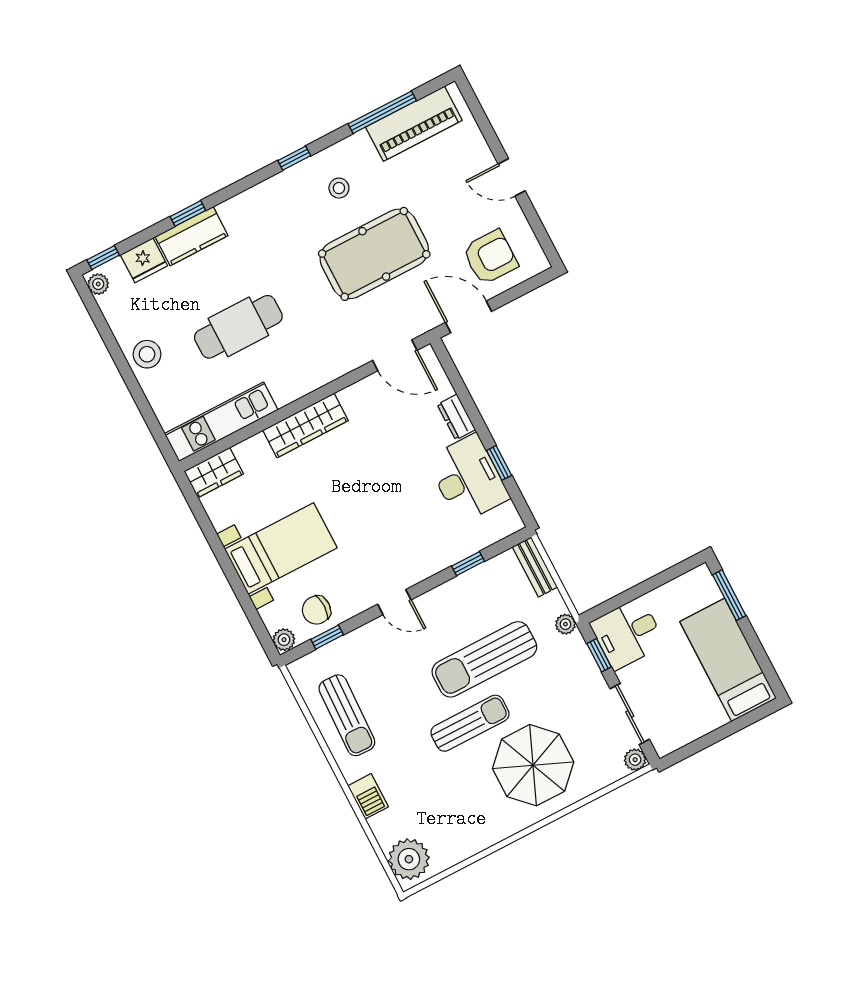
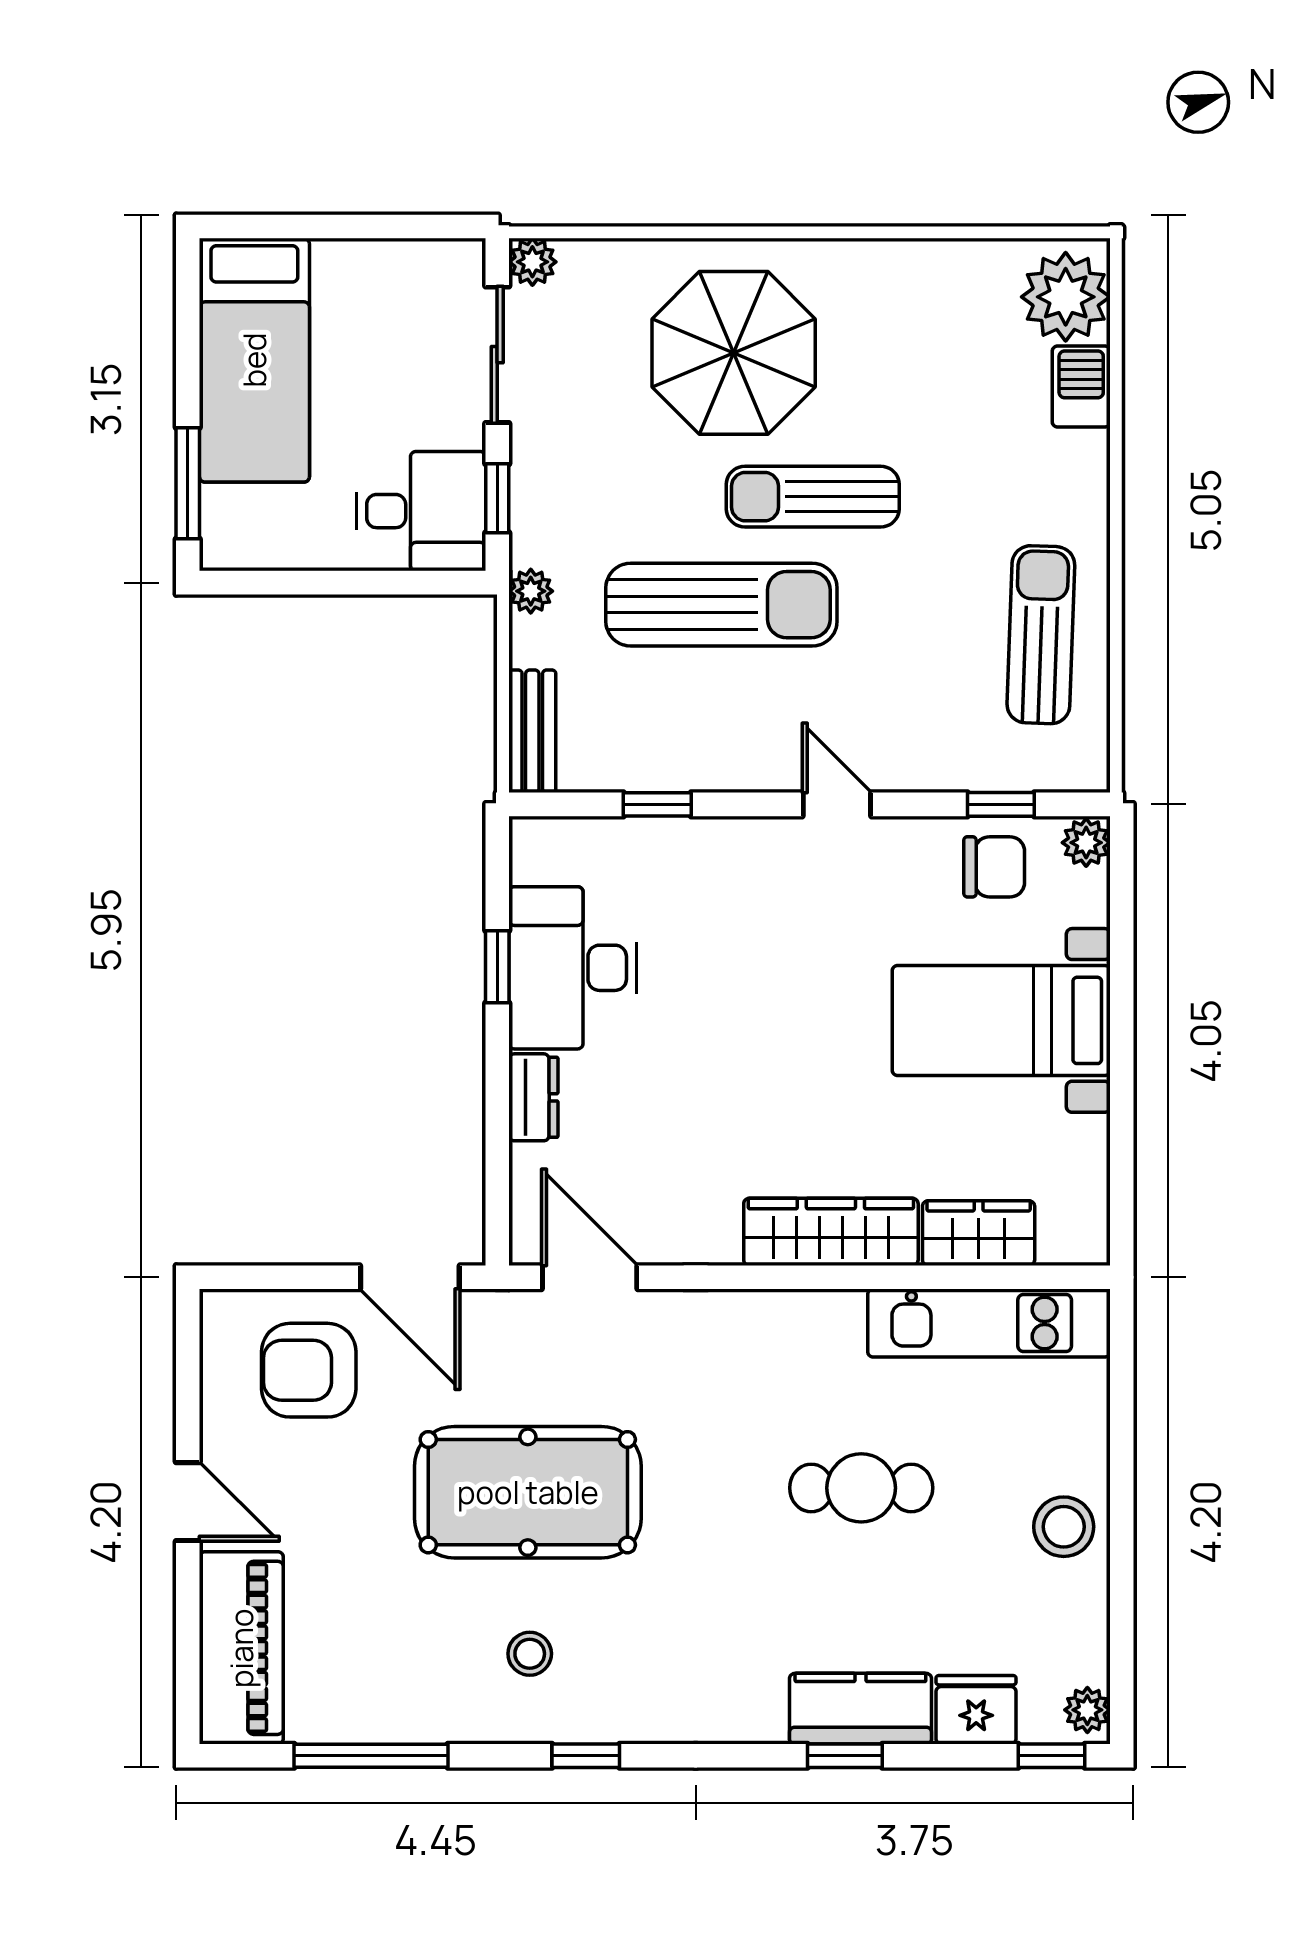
piano: (414, 124) -> (241, 1648), moved, turned 90
cafe table: (238, 327) -> (861, 1488), width x0.73, depth x0.74
wardrobe: (214, 473) -> (979, 1233), moved
barbecue: (368, 796) -> (1081, 387), moved

